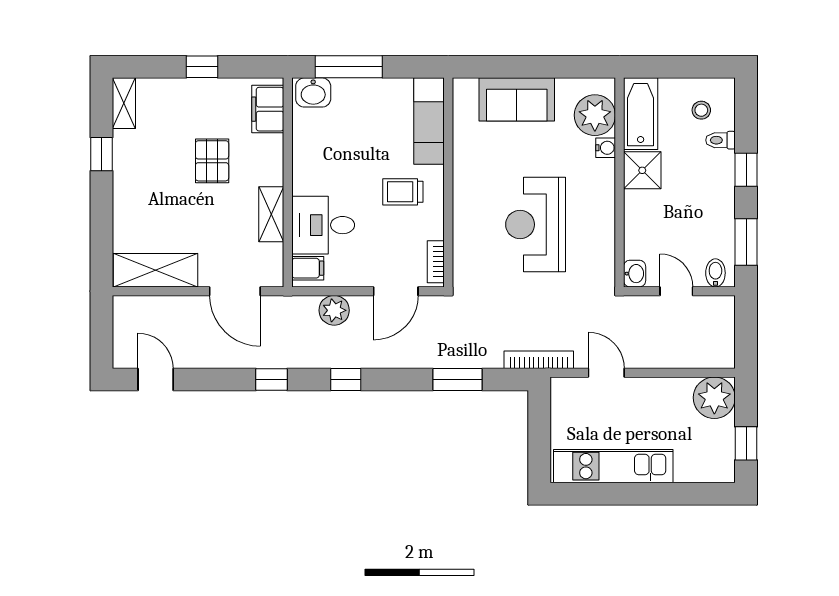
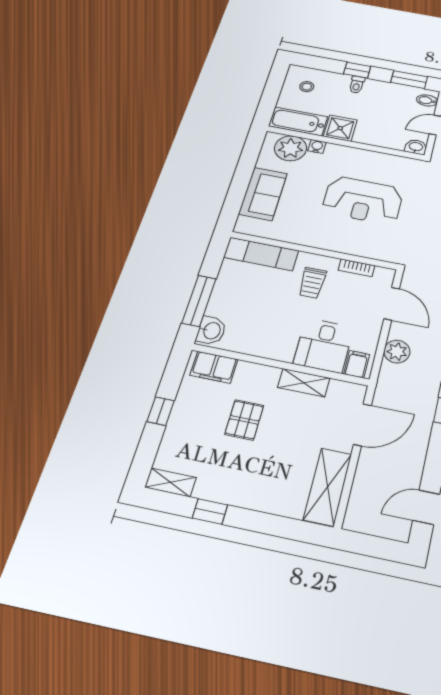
toilet: (720, 140) -> (357, 85), moved
pallet: (212, 161) -> (244, 420), turned 90
bookcase: (436, 262) -> (357, 268), moved

